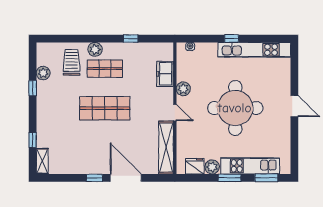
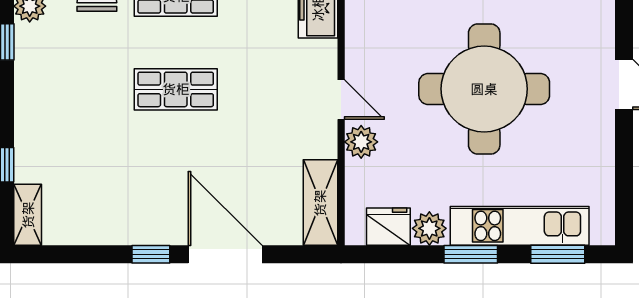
plant: (183, 89) -> (361, 142), moved
shop shelf: (105, 108) -> (176, 89), width x0.70, depth x0.74
shelving: (166, 148) -> (320, 203), width x0.68

